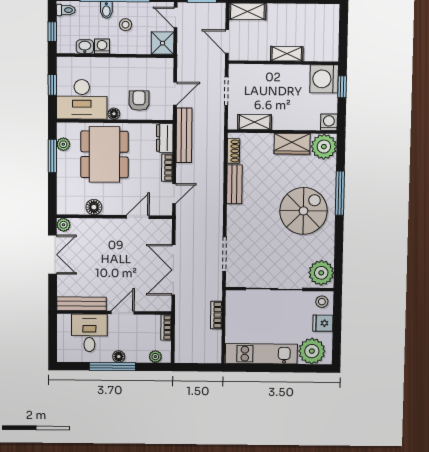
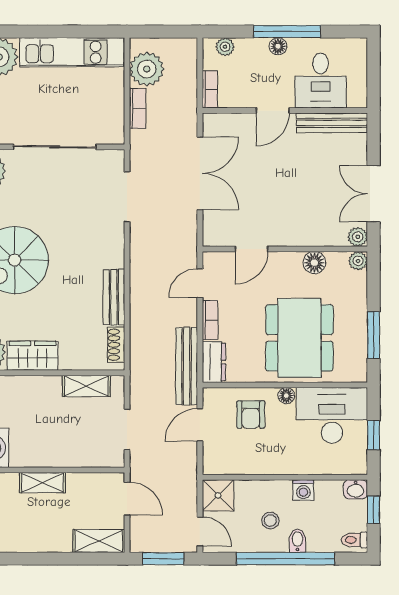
washbasin: (85, 47) -> (356, 489), moved
plant: (63, 144) -> (358, 261), moved
plant: (210, 342) -> (147, 69), added

